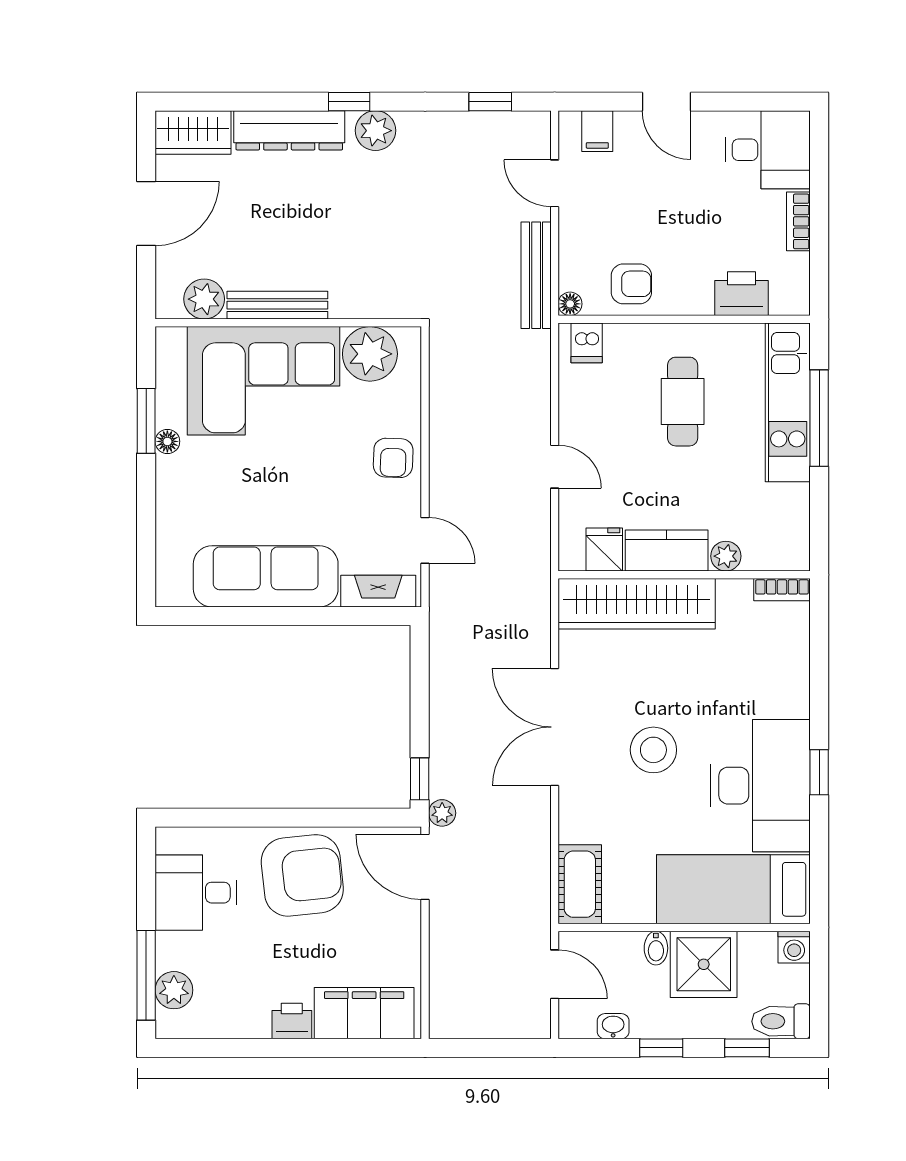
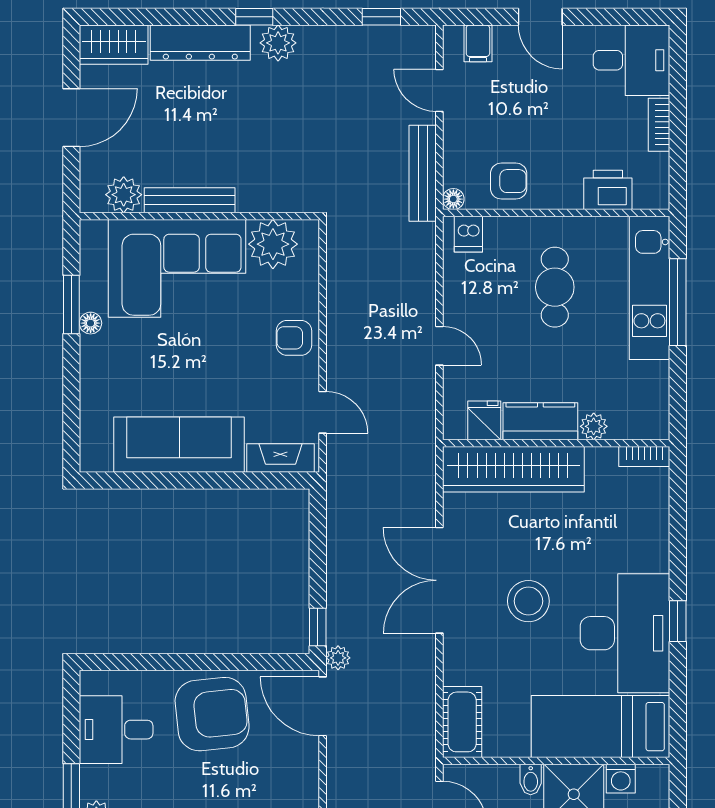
armchair: (393, 458) -> (294, 338), turned 88
washing machine: (794, 947) -> (621, 779), moved

